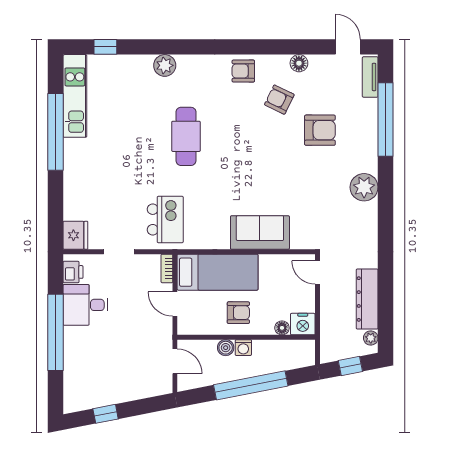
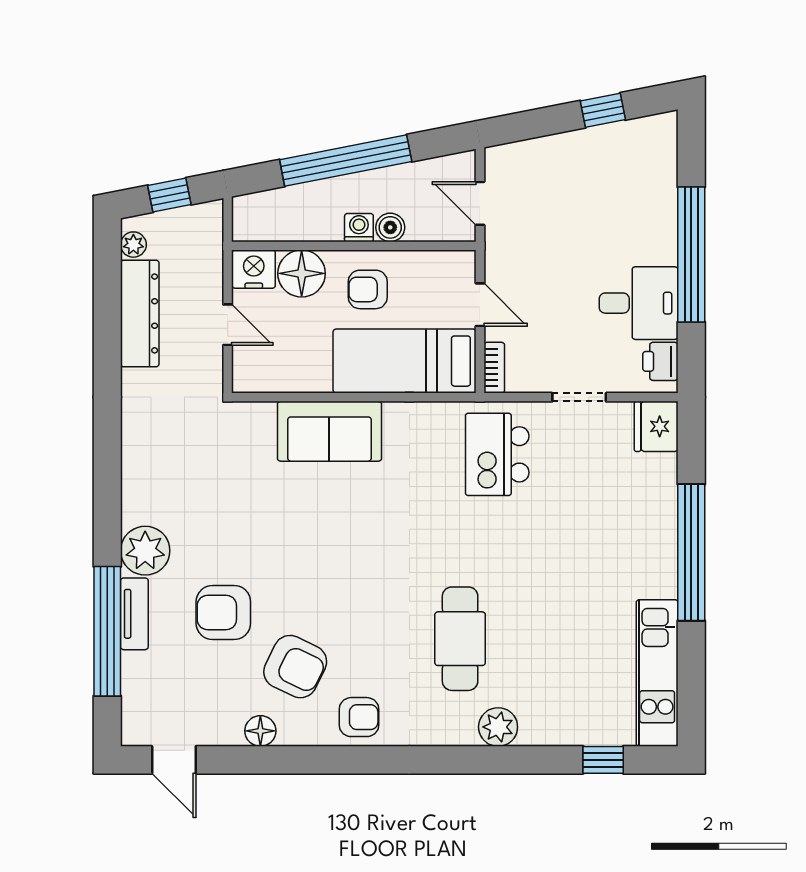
tv unit: (370, 77) -> (134, 614), moved
armchair: (279, 100) -> (295, 667), width x1.38, depth x1.38
window: (56, 132) -> (691, 552), moved
cafe table: (186, 136) -> (460, 639), moved
plant: (364, 187) -> (145, 551), moved
door: (317, 273) -> (228, 325), moved
floor lamp: (282, 328) -> (302, 273), width x1.89, depth x1.89

